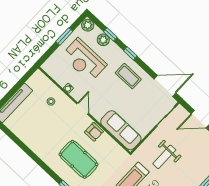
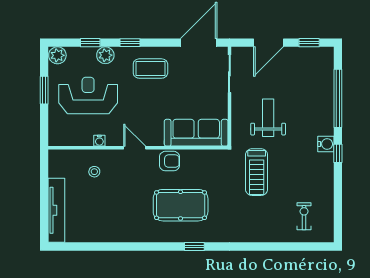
plant: (103, 40) -> (105, 55), moved
reception desk: (84, 60) -> (88, 96), turned 180
weight bench: (164, 157) -> (268, 118), turned 180

